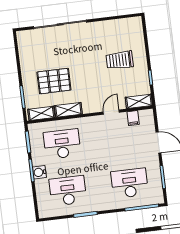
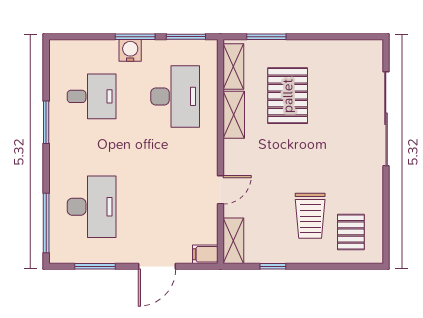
pallet: (126, 36) -> (351, 232), added
trolley: (120, 60) -> (310, 216), turned 180
door: (111, 112) -> (220, 190), hinge flipped
filing cabinet: (133, 118) -> (205, 254), moved
desk: (68, 191) -> (92, 96), width x0.73

